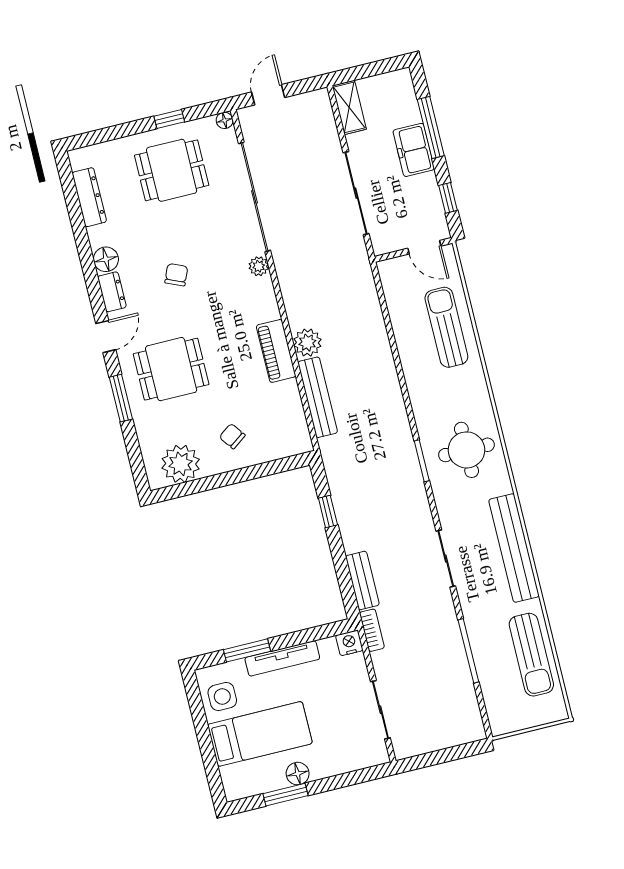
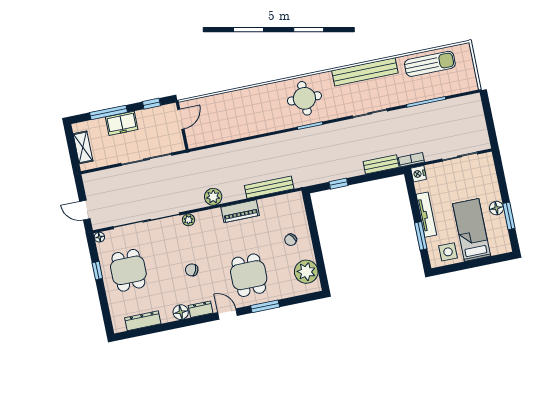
shelving: (349, 107) -> (83, 147), moved, turned 90
sun lounger: (446, 327) -> (230, 108), removed
plant: (307, 343) -> (213, 197), moved

